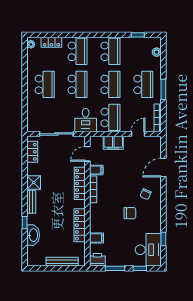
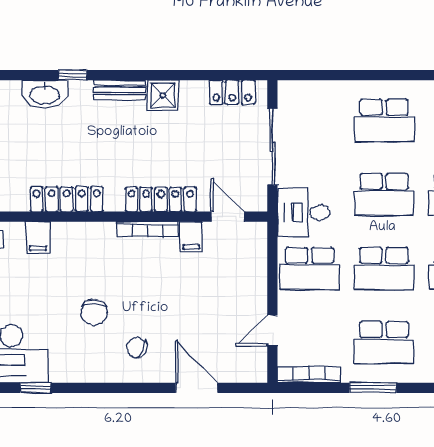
door: (138, 134) -> (272, 330), swing flipped
filing cabinet: (113, 143) -> (253, 275), removed

